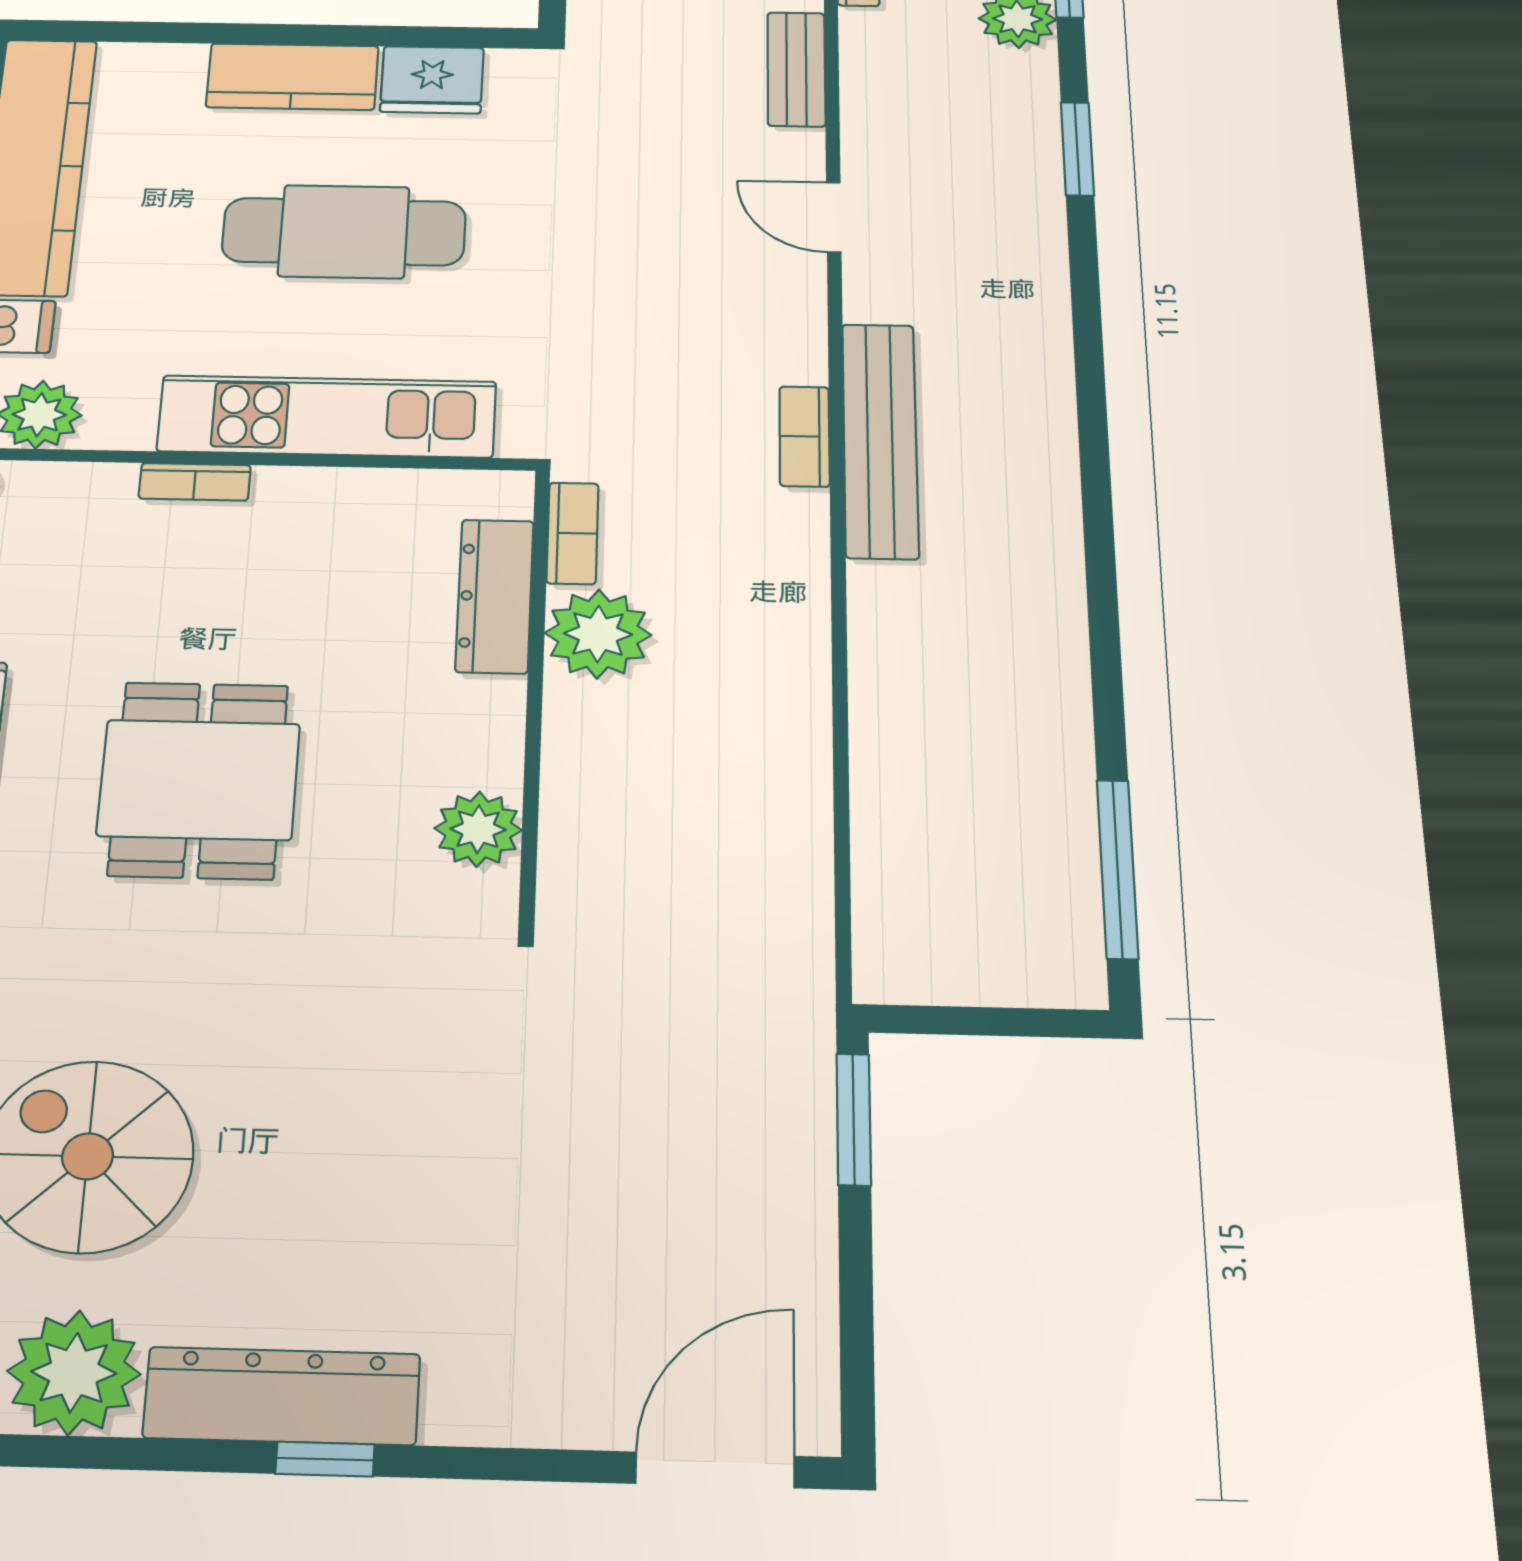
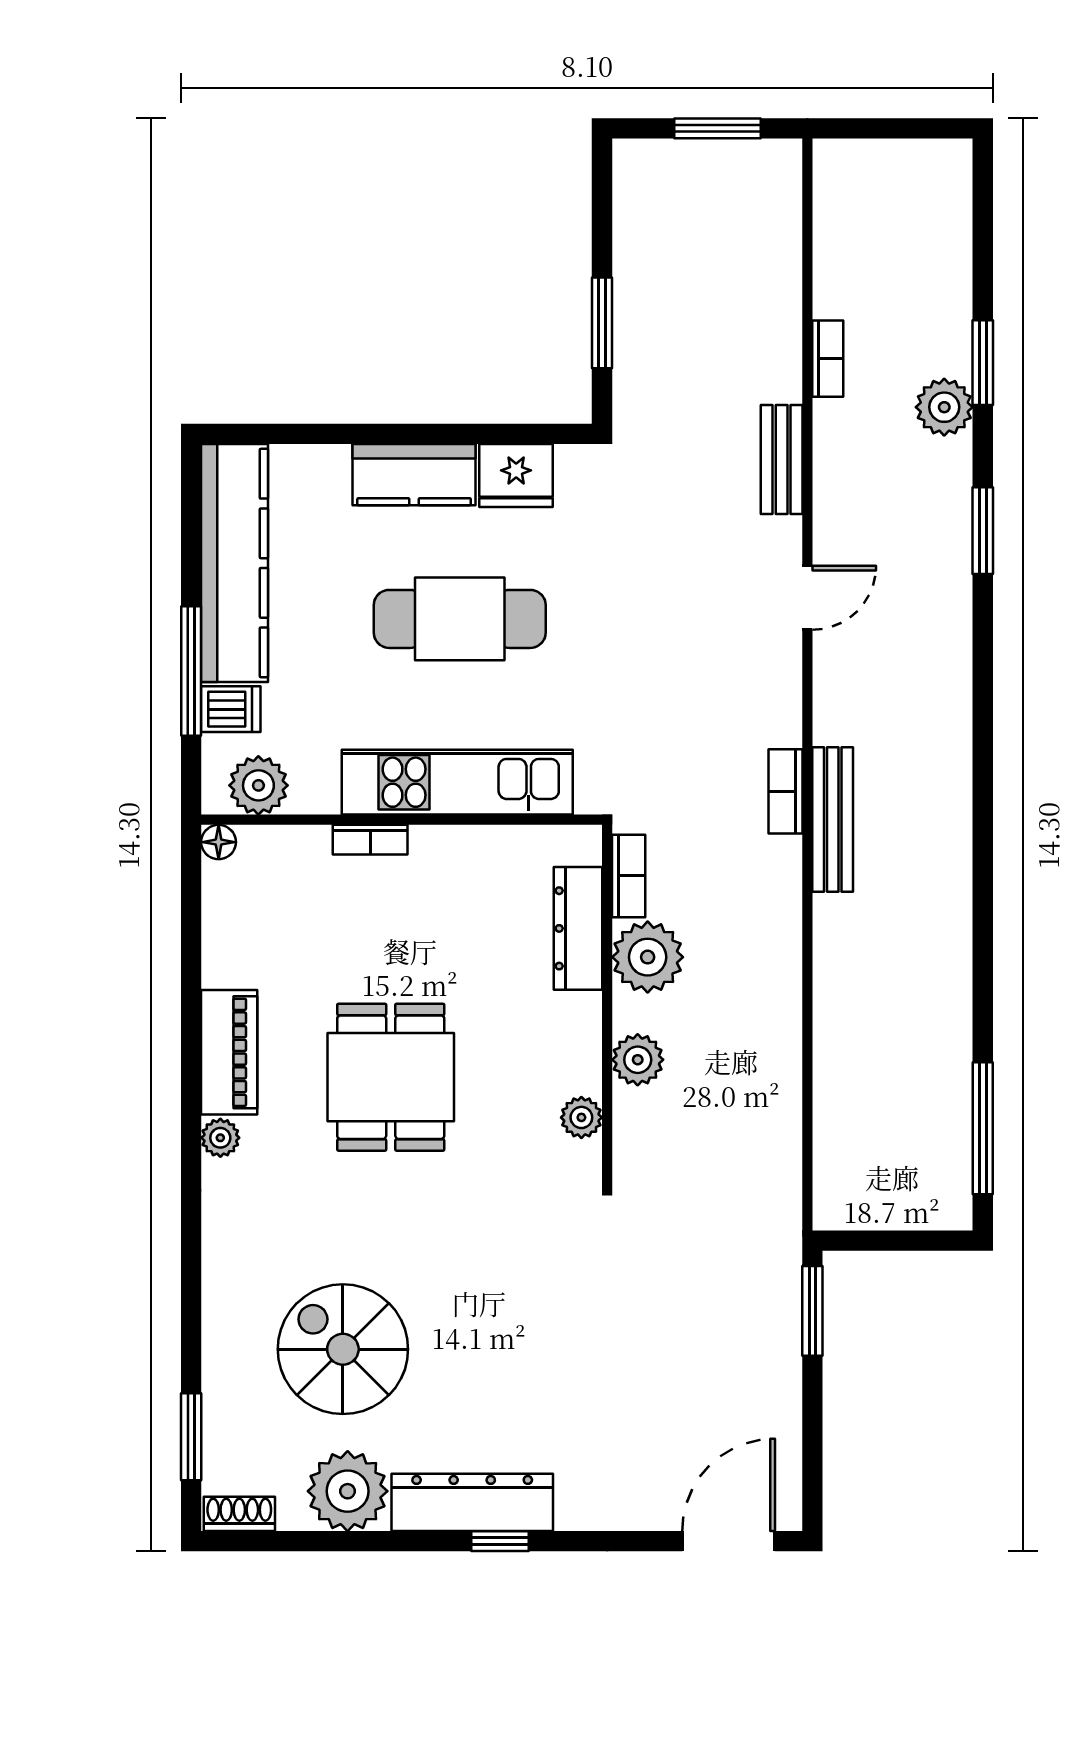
door: (834, 217) -> (807, 598), swing flipped
bench: (880, 440) -> (833, 820), width x0.73, depth x0.82
plant: (579, 765) -> (638, 1060), added
plant: (478, 829) -> (581, 1117), width x0.73, depth x0.73

